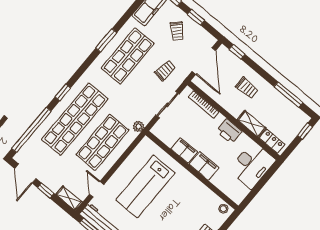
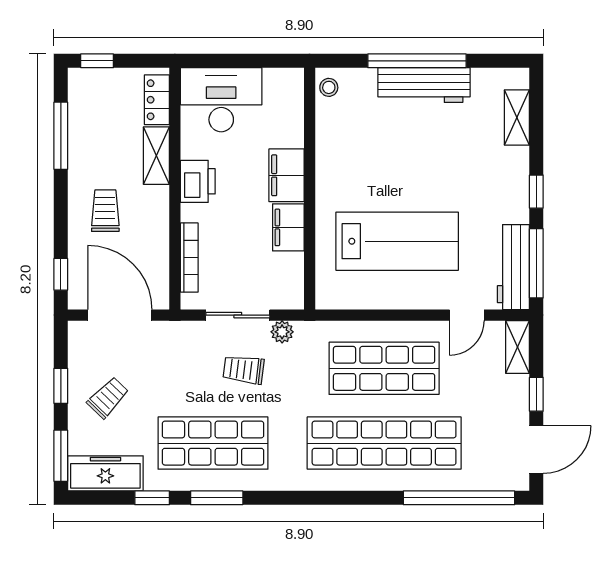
door: (204, 61) -> (120, 315), hinge flipped
trolley: (165, 70) -> (244, 370), moved
window: (63, 92) -> (152, 498), moved
plant: (139, 127) -> (282, 332), moved

